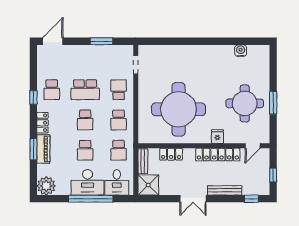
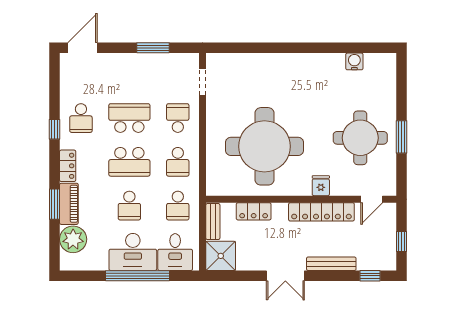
school desk: (85, 90) -> (129, 118), turned 180
school desk: (85, 120) -> (129, 162), width x1.85
plant: (46, 186) -> (73, 239), moved

